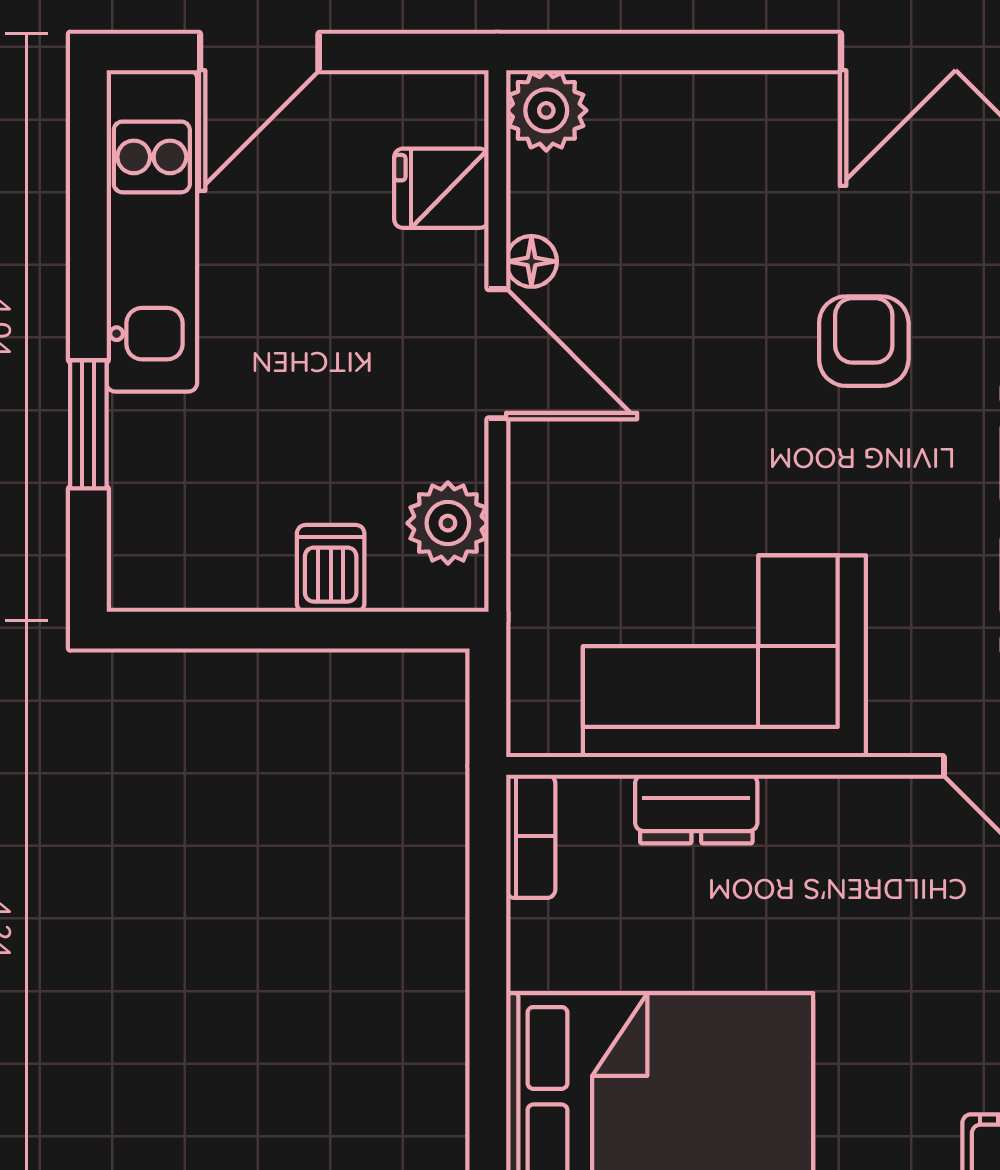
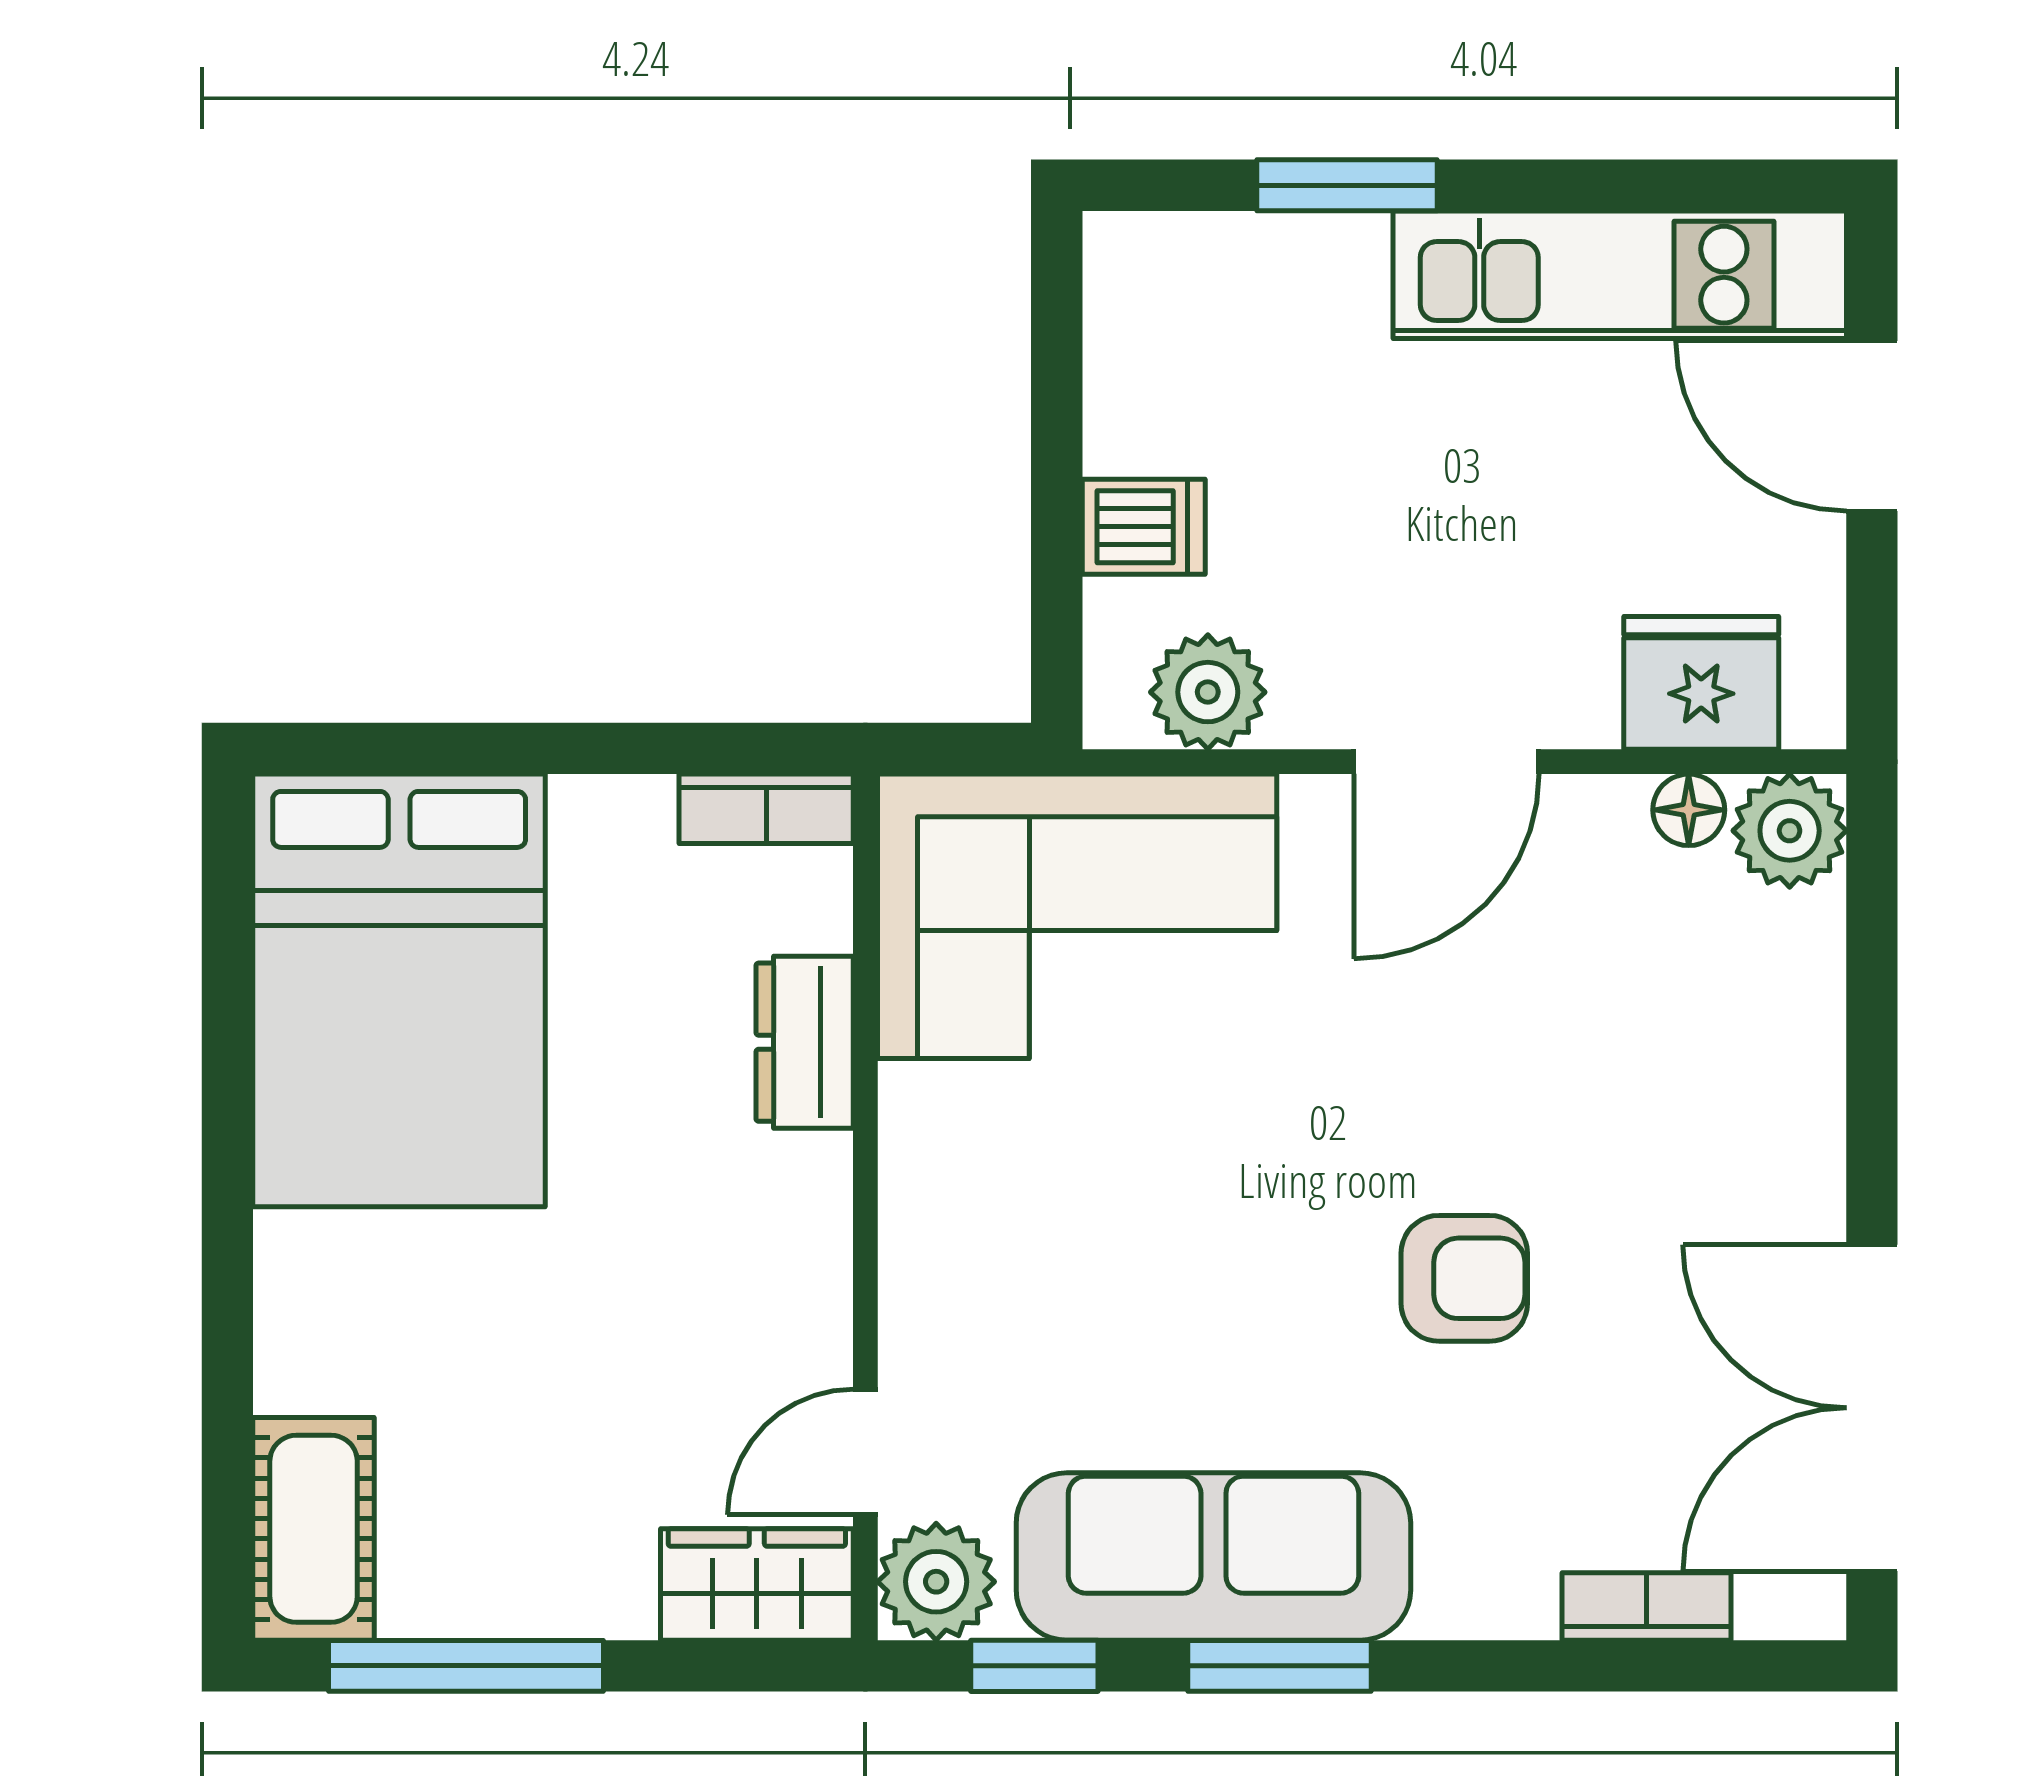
fridge: (441, 188) -> (1701, 683), width x1.38
floor lamp: (531, 261) -> (1689, 810), moved
corner sofa: (724, 656) -> (1077, 916), moved, turned 90

